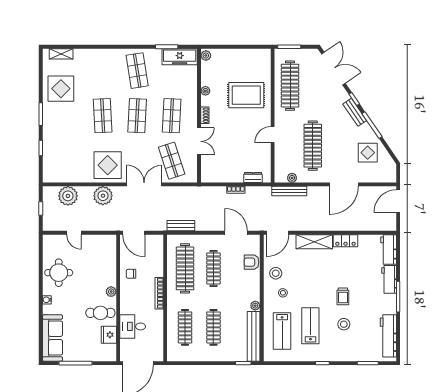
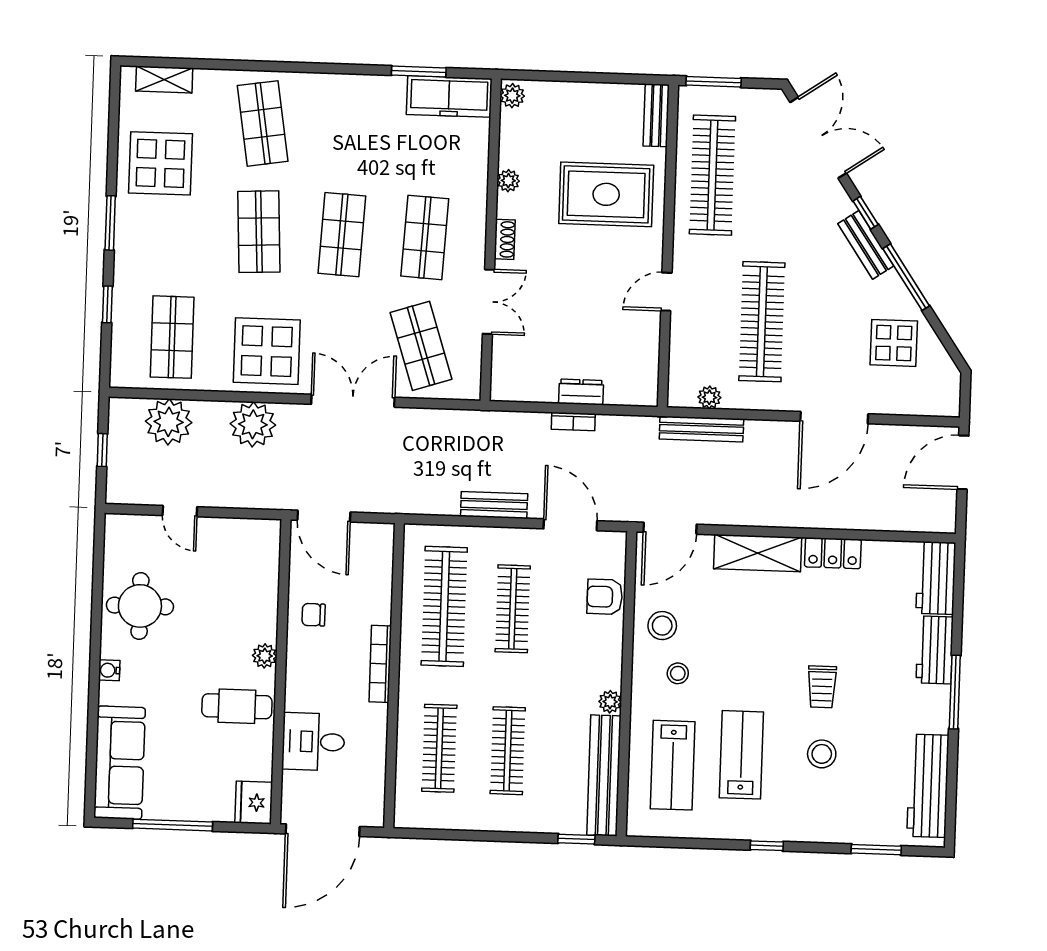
bench: (266, 62) -> (656, 115), added
shop shelf: (137, 71) -> (263, 123), moved
shop shelf: (68, 161) -> (172, 337), added
dresser: (253, 177) -> (581, 392), moved
bench: (181, 226) -> (494, 505), moved
fridge: (109, 335) -> (254, 803), moved

